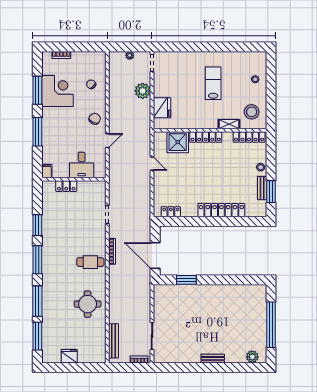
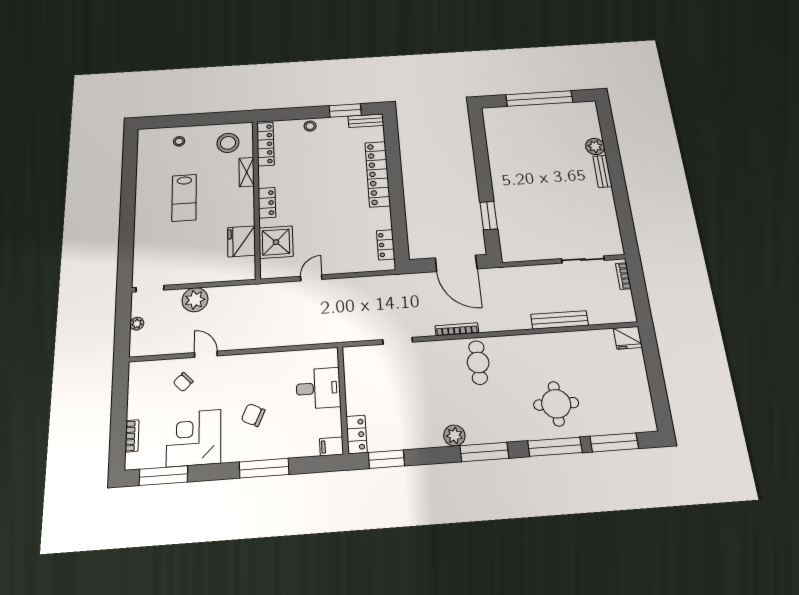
lab bench: (213, 83) -> (184, 198), turned -90
window: (37, 90) -> (164, 476), moved
fridge: (162, 108) -> (241, 241), moved, turned -90
chair: (95, 119) -> (253, 415), moved
locker: (206, 137) -> (267, 203), width x0.66
door: (107, 141) -> (206, 354), moved
locker: (66, 186) -> (357, 434), moved
bench: (262, 188) -> (366, 121), moved
window: (37, 225) -> (386, 459), moved
plant: (48, 243) -> (454, 436), added
door: (155, 255) -> (456, 263), hinge flipped
round table: (88, 304) -> (556, 404), moved
bench: (113, 341) -> (560, 320), moved
fridge: (69, 356) -> (628, 338), moved, turned -90
plant: (252, 357) -> (595, 146), moved

